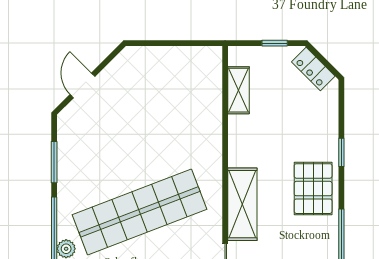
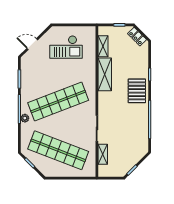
door: (82, 85) -> (32, 44), hinge flipped
checkout: (157, 92) -> (66, 47), added
shelving: (242, 204) -> (105, 74), moved

